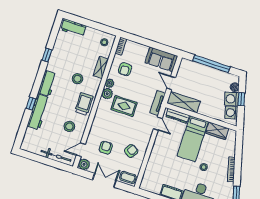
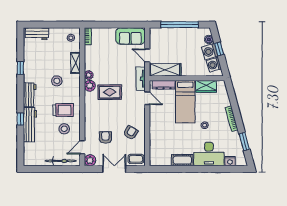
armchair: (125, 69) -> (99, 57), removed
trolley: (84, 104) -> (63, 110), moved, turned 90

